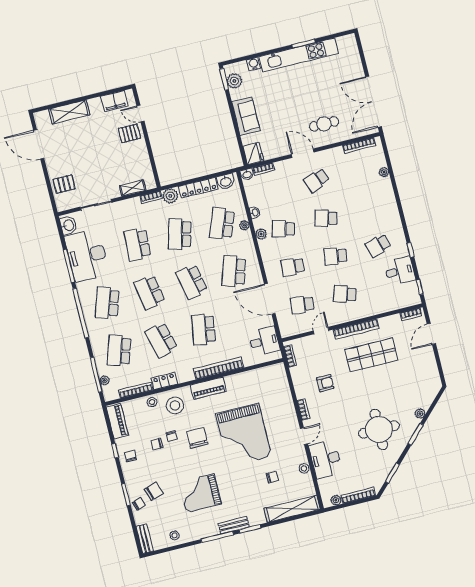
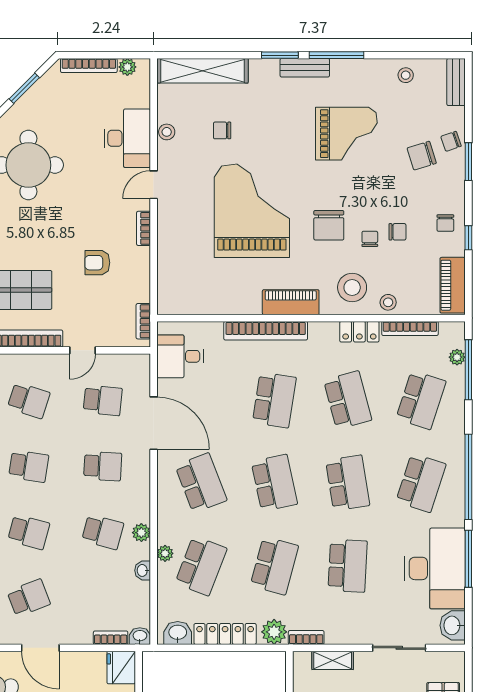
school desk: (234, 271) -> (201, 483), turned -39

